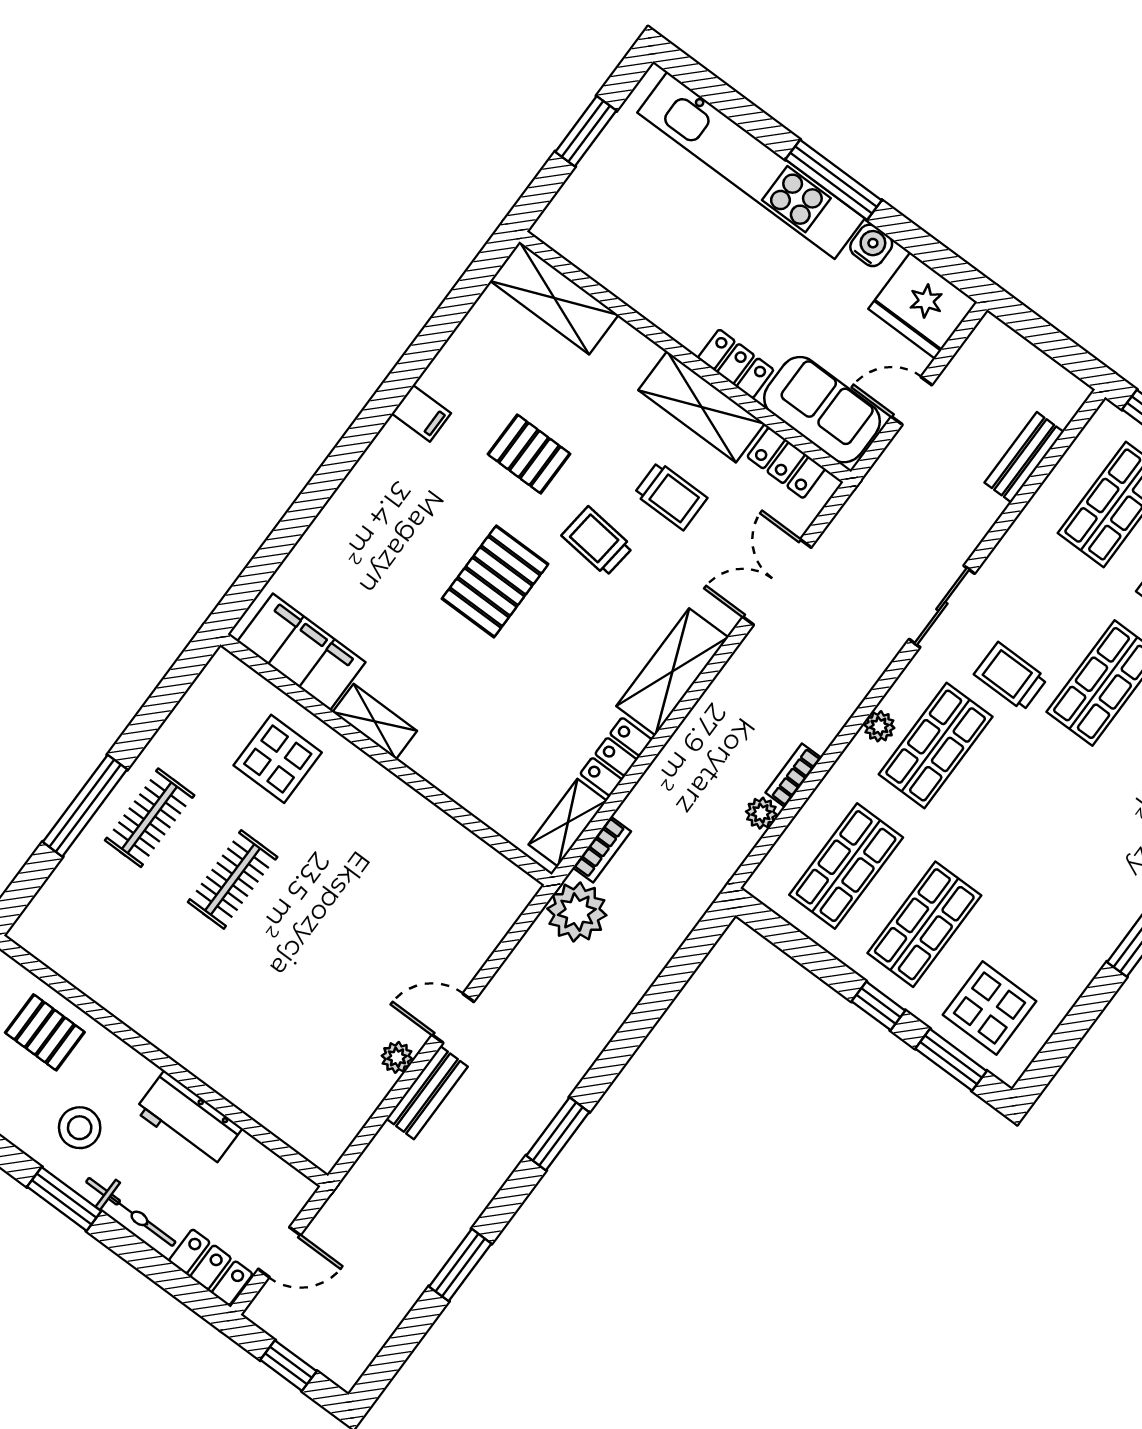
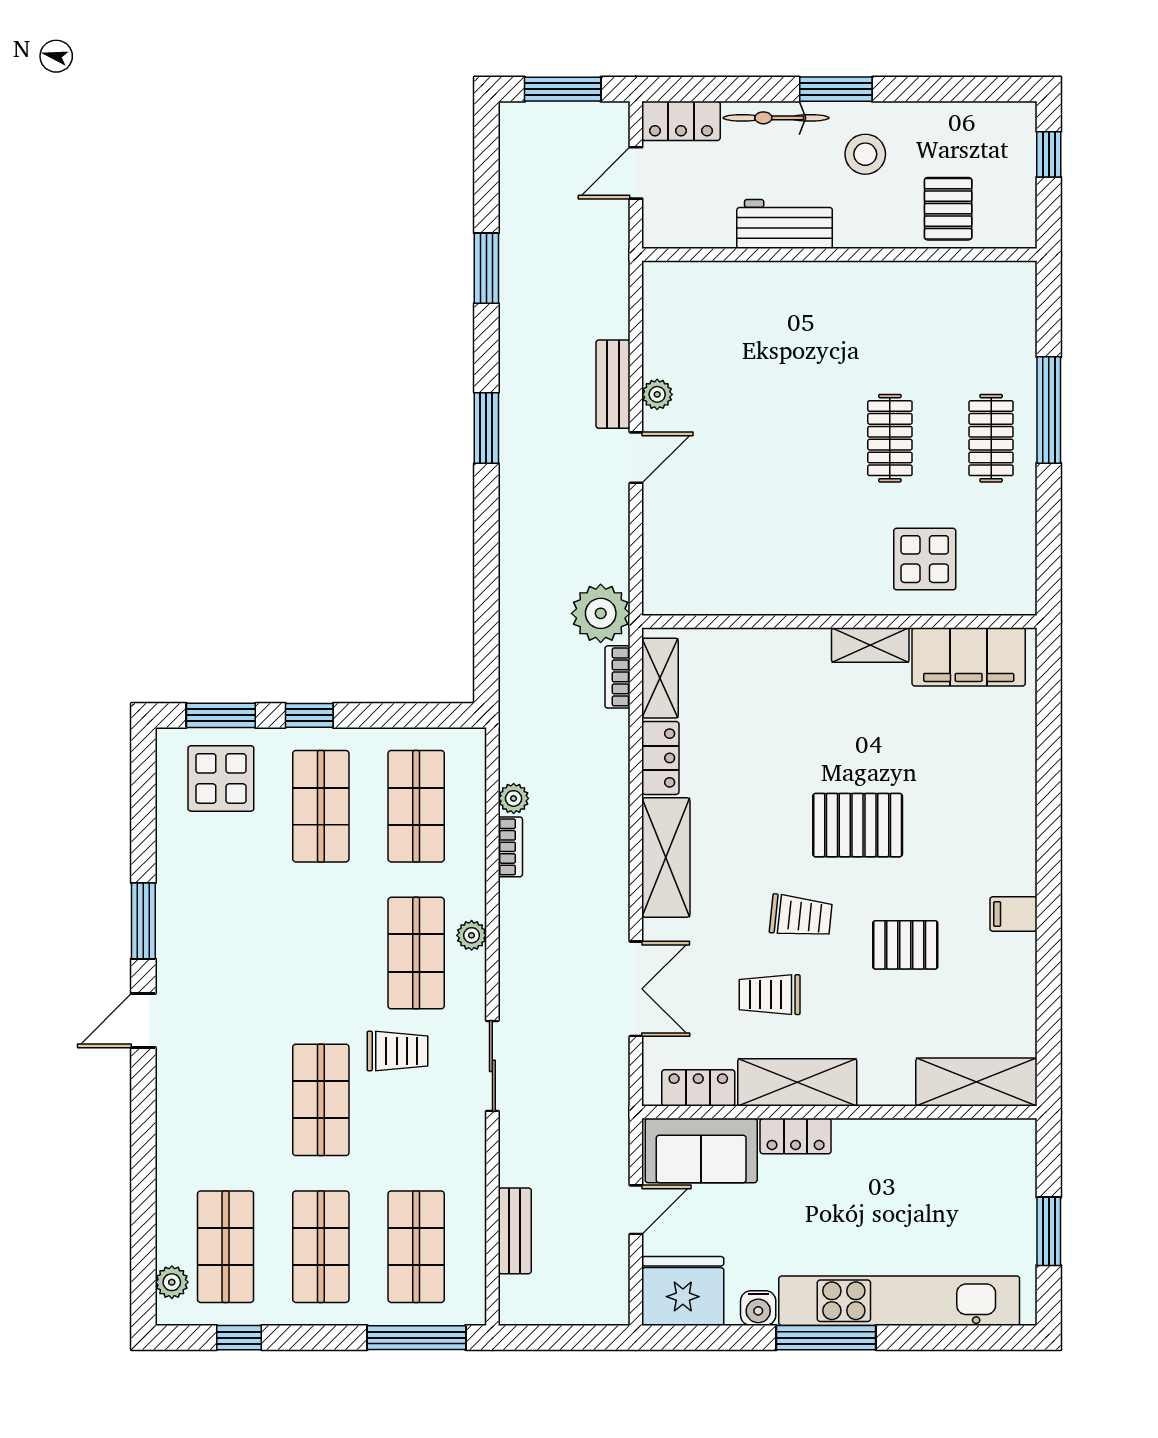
pallet: (495, 581) -> (858, 825), turned 90
pallet: (45, 1032) -> (948, 209), turned 90
window: (288, 1366) -> (563, 89), width x1.50

